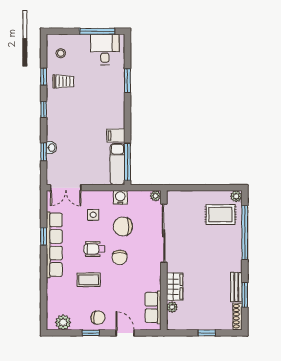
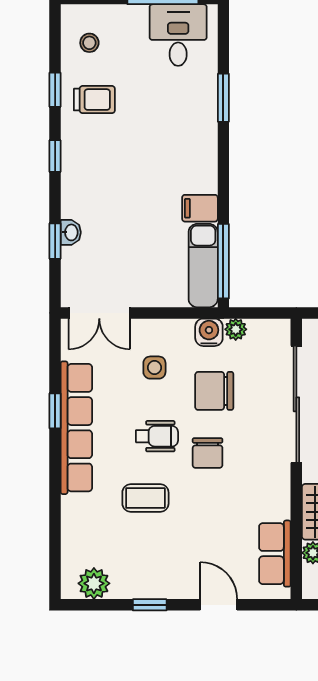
plant: (156, 196) -> (236, 329), moved
wheelchair: (94, 249) -> (157, 436), turned 180
chair: (98, 318) -> (164, 574), removed

